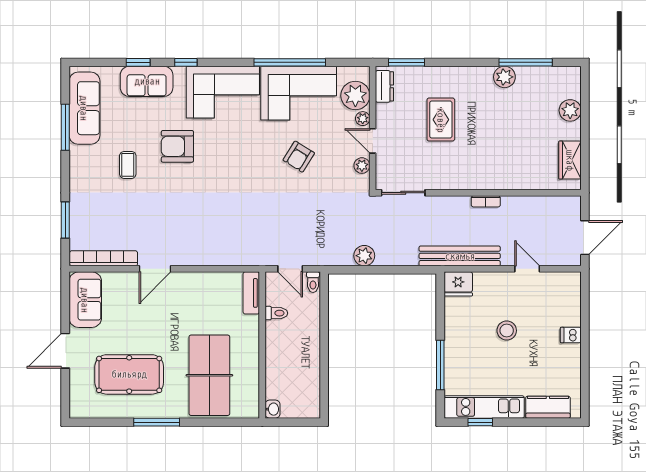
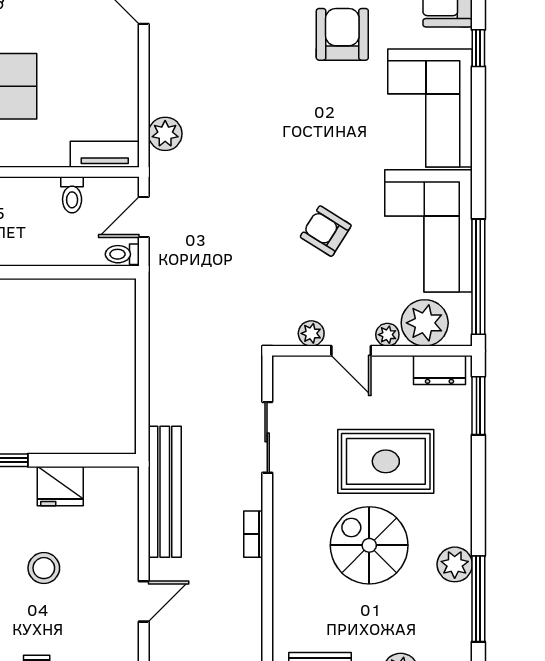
window: (290, 62) -> (478, 277), moved
rug: (441, 120) -> (386, 461), width x1.36, depth x1.43
spiral stairs: (493, 130) -> (369, 545), added
door: (373, 141) -> (351, 351), swing flipped
sliding door: (403, 193) -> (267, 437), moved
plant: (364, 256) -> (165, 134), moved
fridge: (458, 284) -> (60, 486), moved, turned -90

